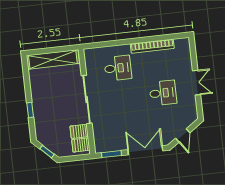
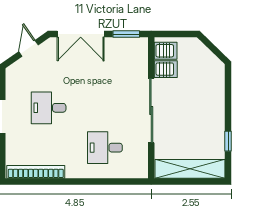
bookcase: (152, 46) -> (36, 172), moved
window: (30, 110) -> (228, 141), moved
window: (47, 152) -> (212, 47), removed

